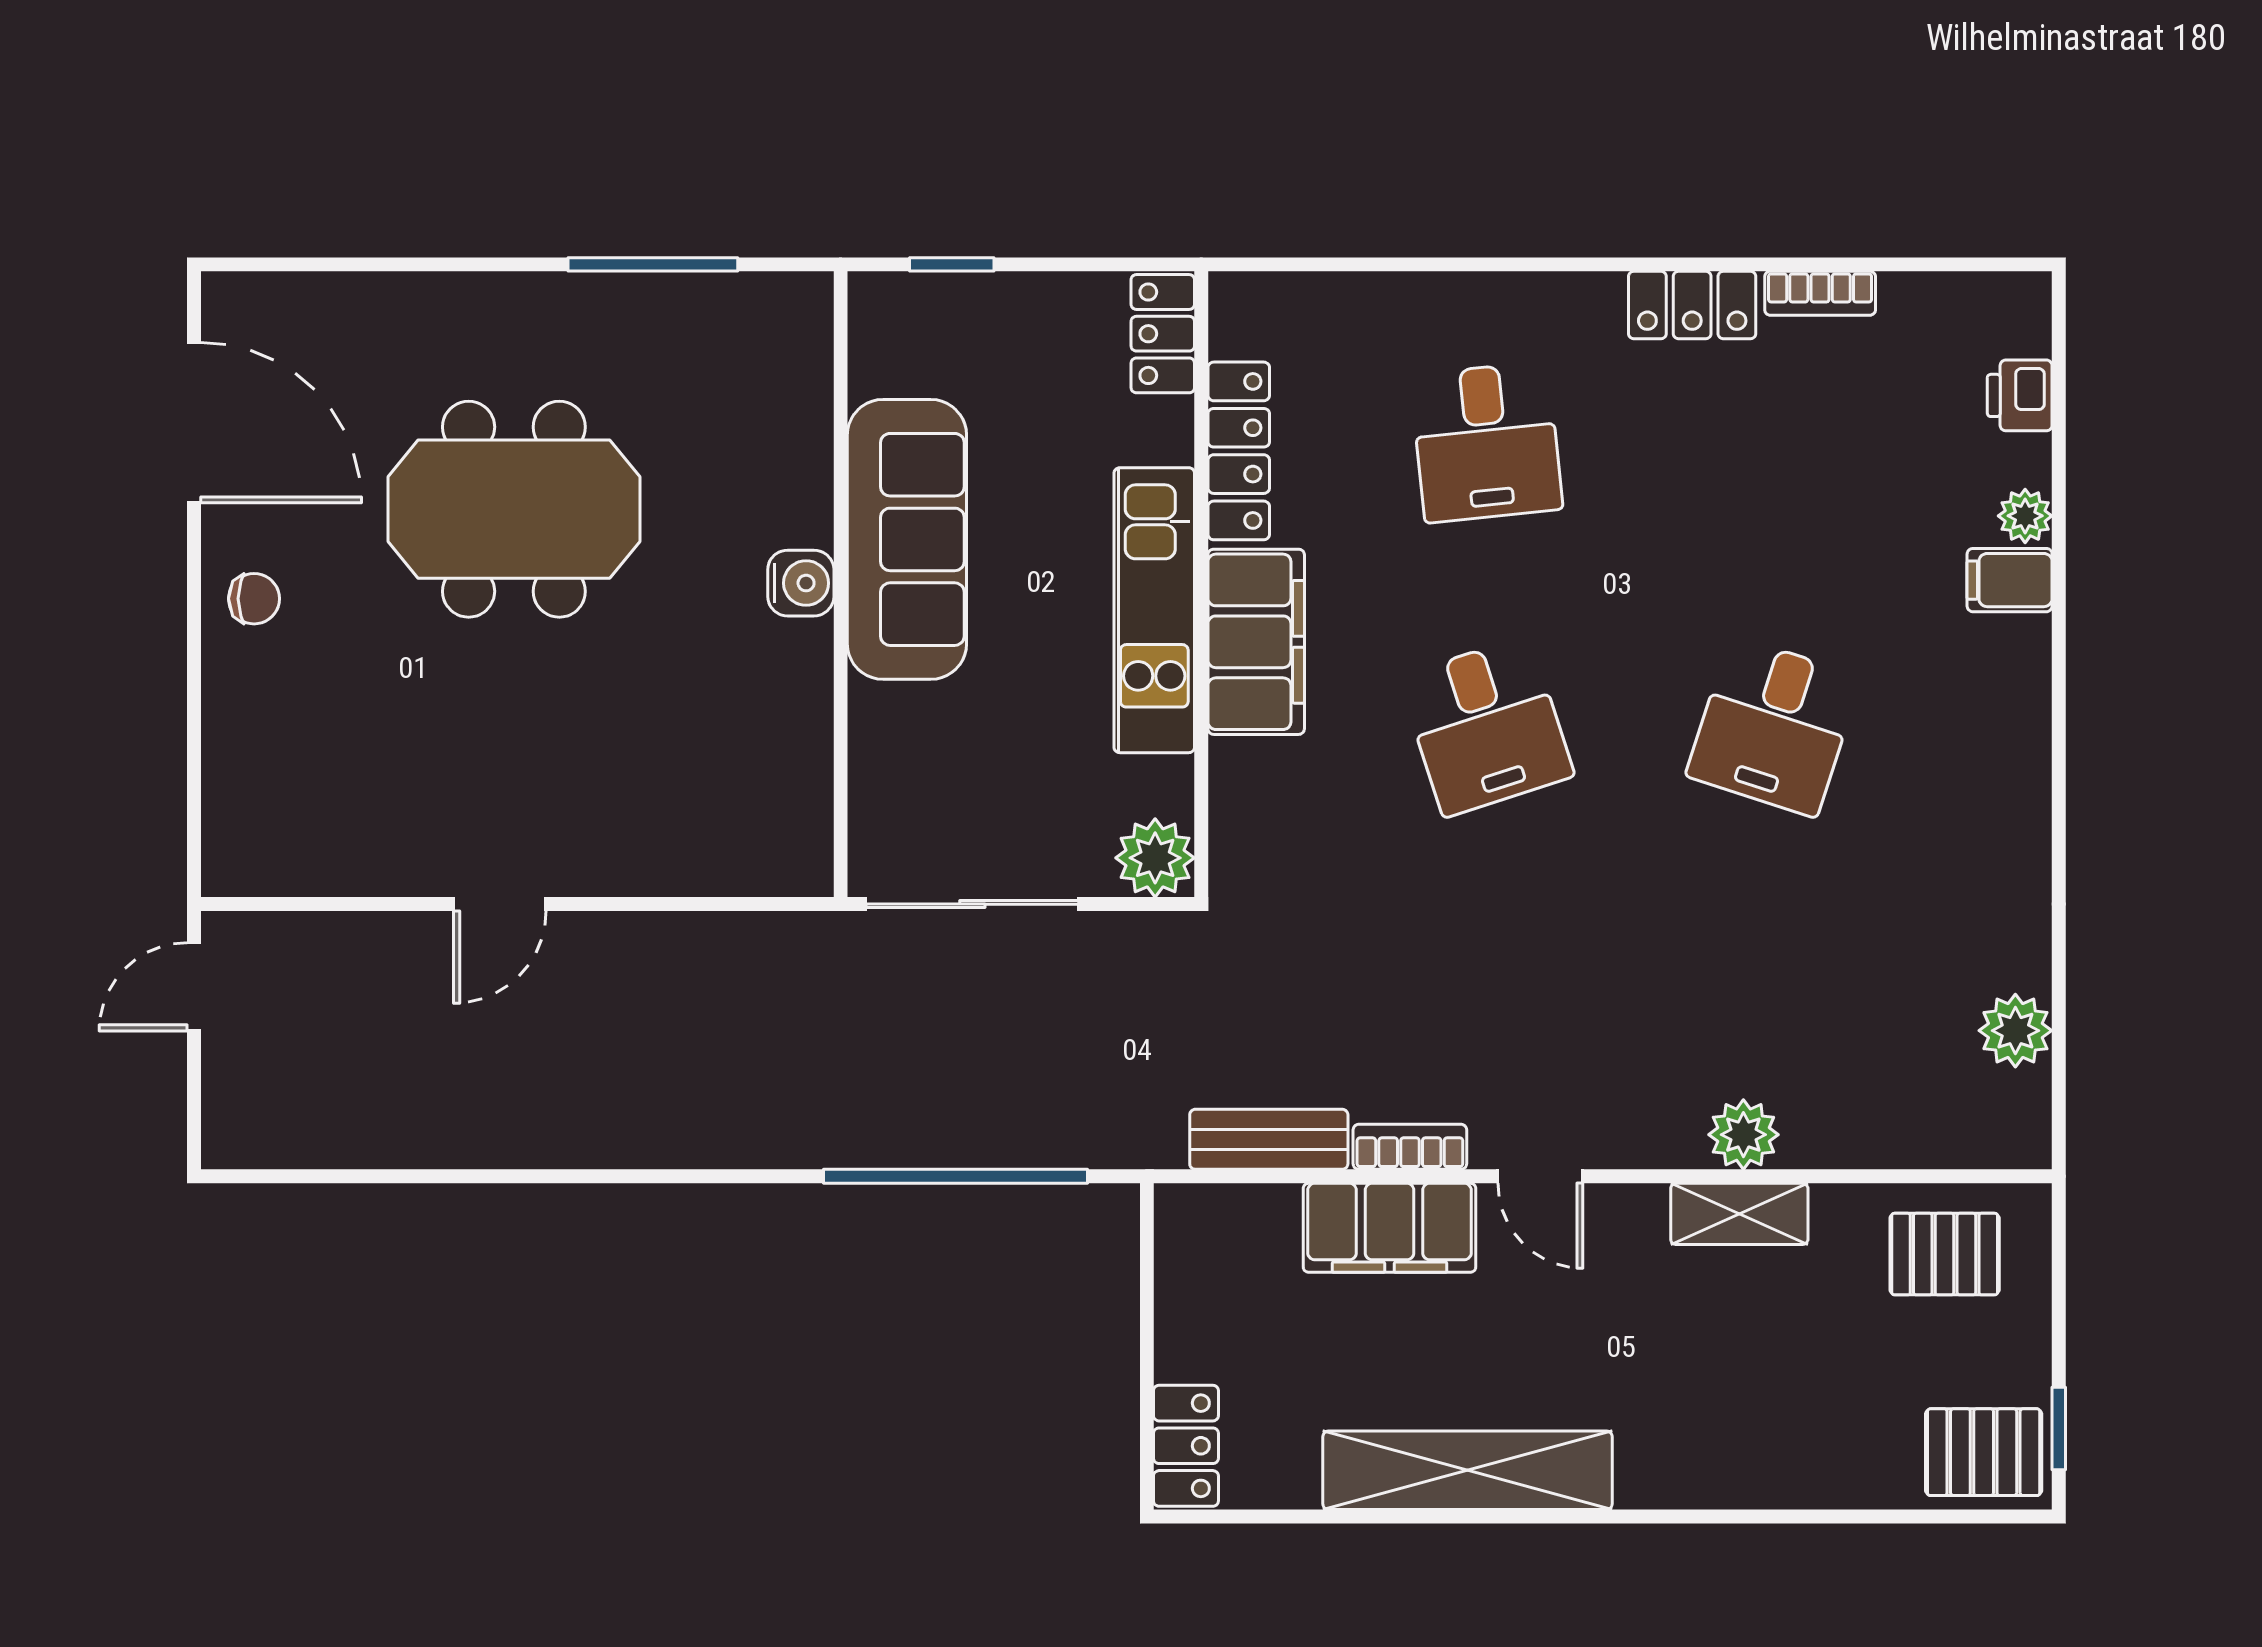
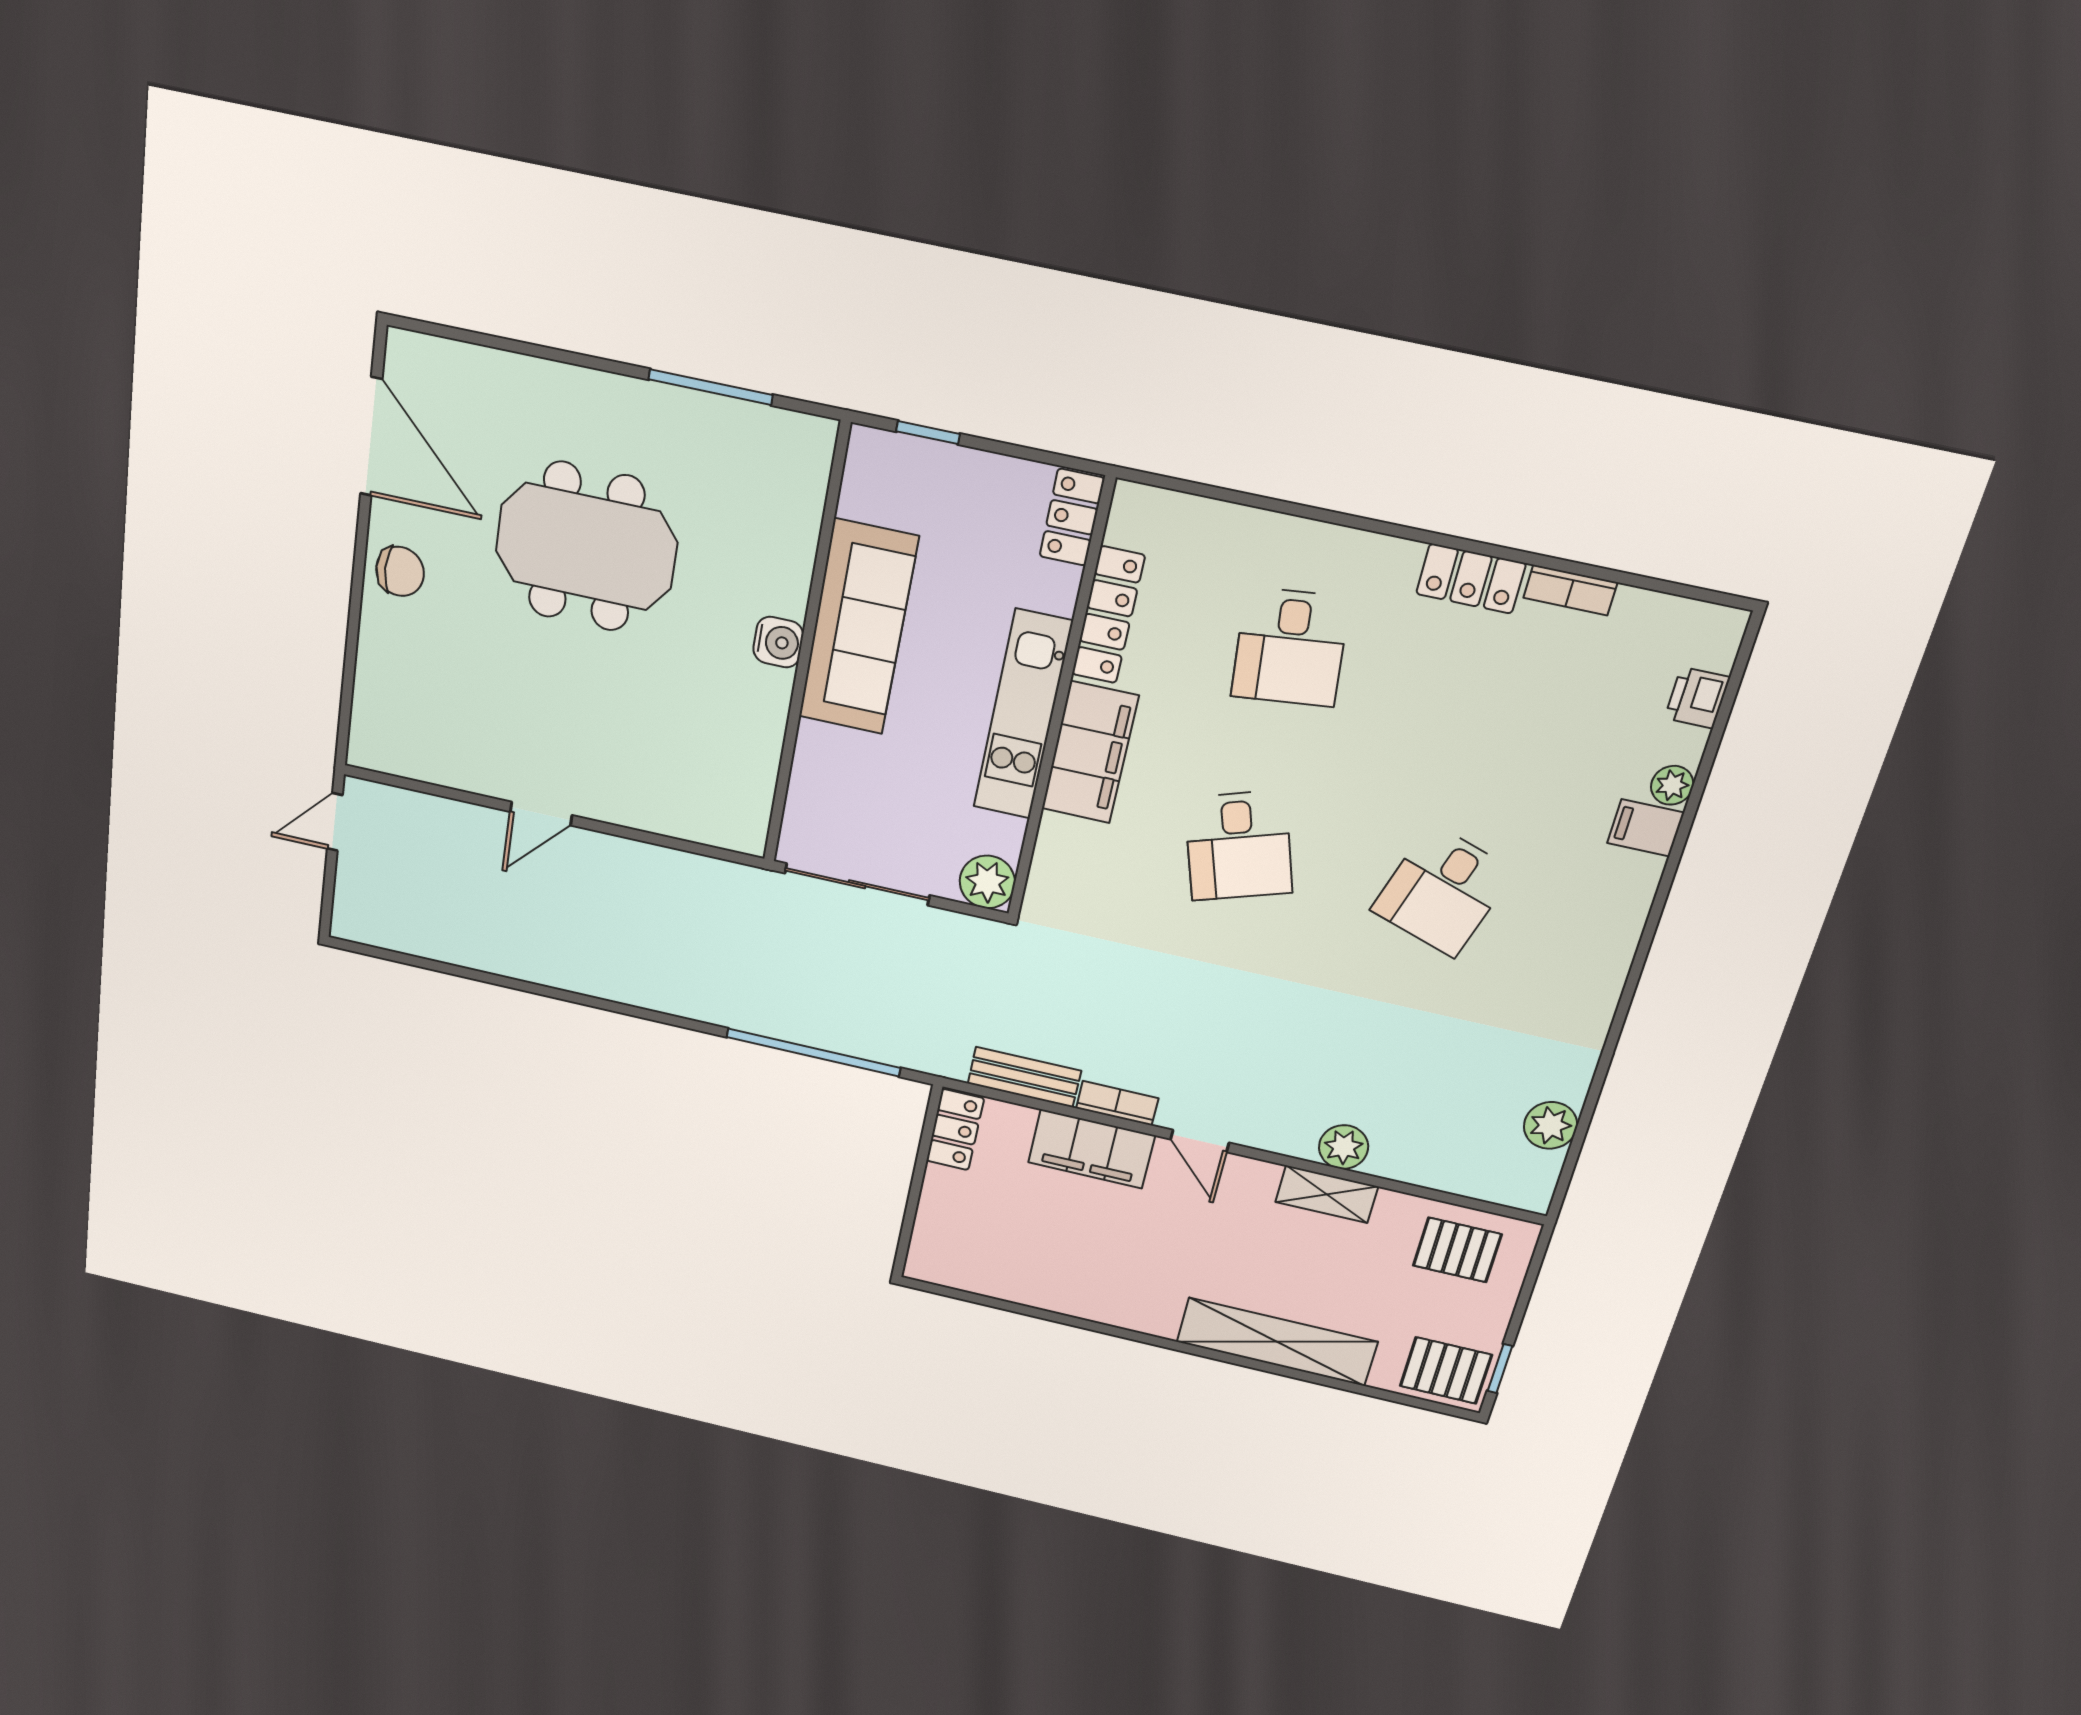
chair: (254, 599) -> (400, 571), width x1.37, depth x1.37
locker: (1186, 1446) -> (955, 1130), moved
shelving: (1468, 1470) -> (1277, 1342), moved

